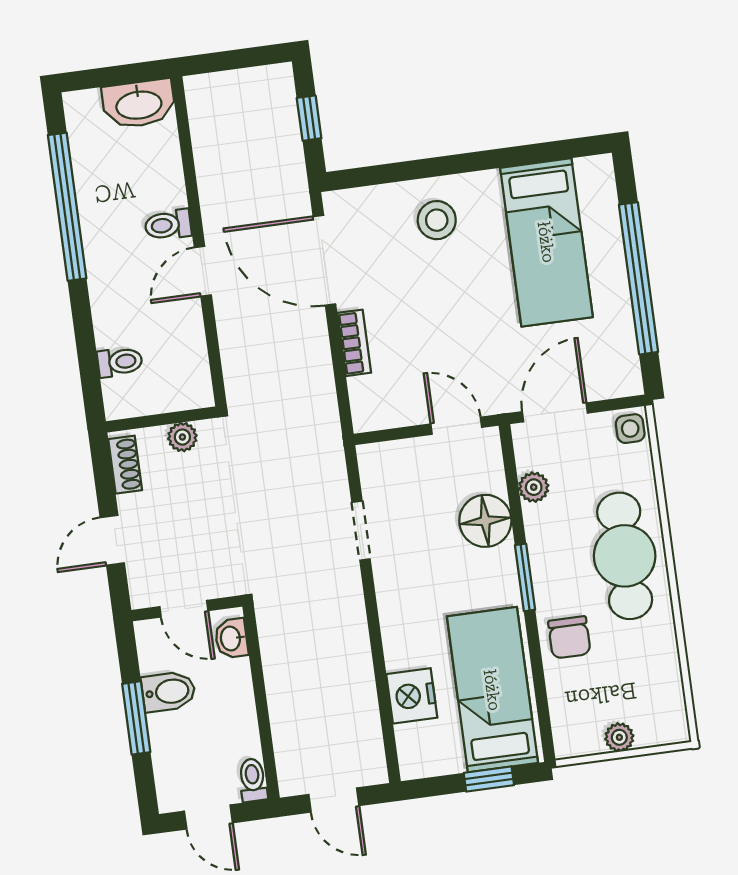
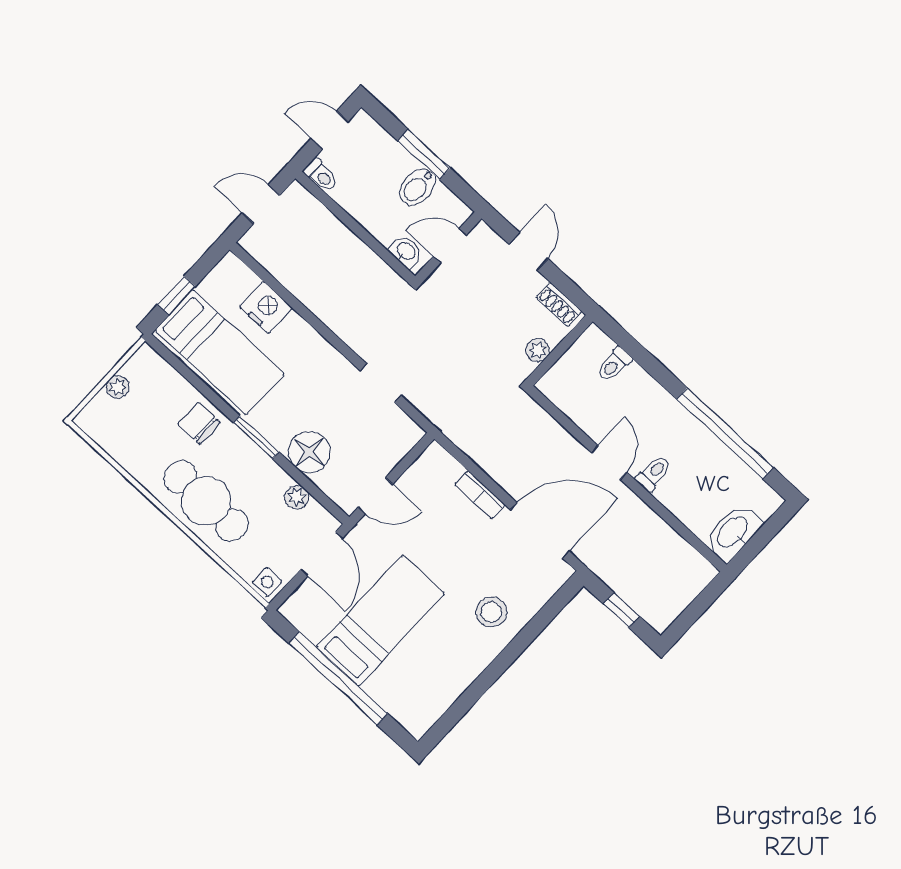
bed: (546, 242) -> (380, 620), moved, turned 90

